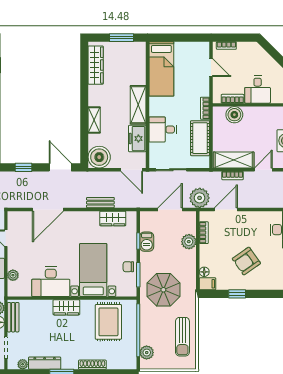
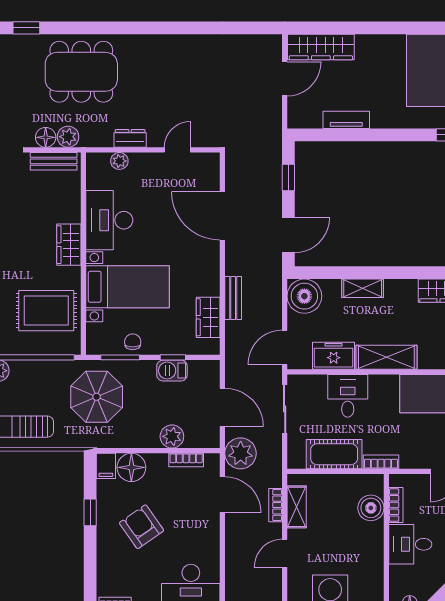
shelving: (234, 160) -> (297, 507), width x0.67, depth x0.75
door: (263, 170) -> (285, 553), swing flipped
floor lamp: (204, 272) -> (131, 467), width x1.89, depth x1.89

